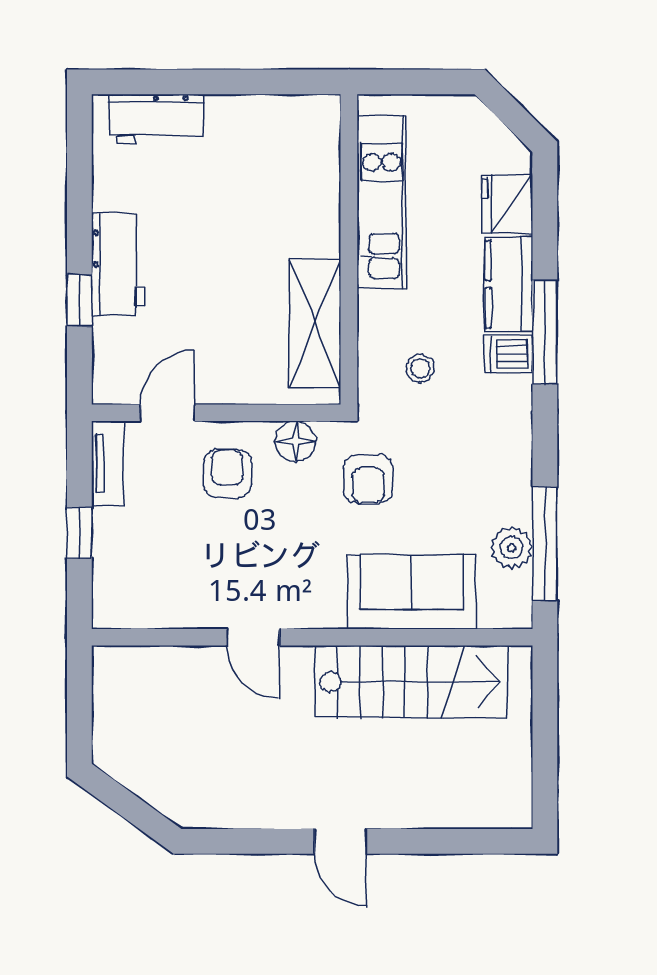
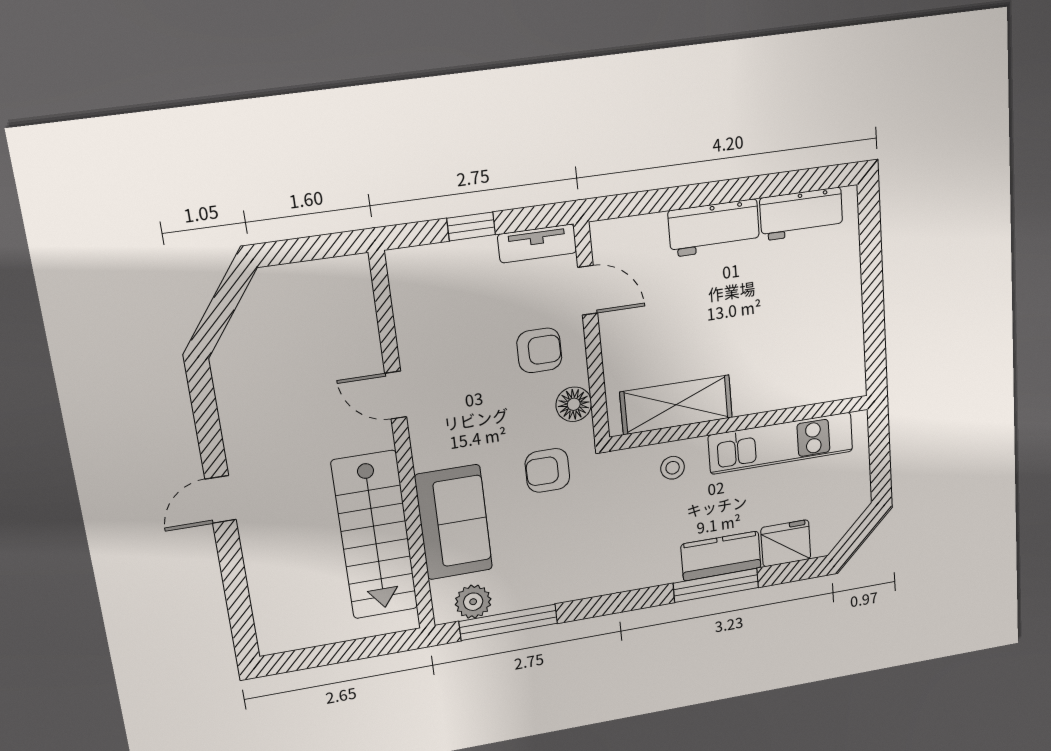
workbench: (157, 119) -> (801, 214), moved, turned -90
window: (79, 300) -> (679, 198), removed
window: (545, 332) -> (716, 585), moved
dishwasher: (508, 354) -> (664, 565), removed
stool: (420, 368) -> (673, 468), moved
plant: (512, 548) -> (473, 602), moved
door: (253, 637) -> (396, 395), hinge flipped

